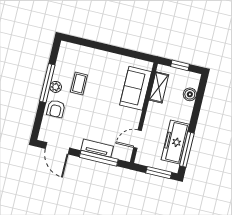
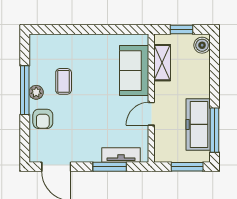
boiler: (190, 94) -> (202, 45), moved
door: (137, 139) -> (151, 114), moved
tv unit: (97, 148) -> (121, 155), moved
window: (99, 158) -> (110, 167), width x0.69

